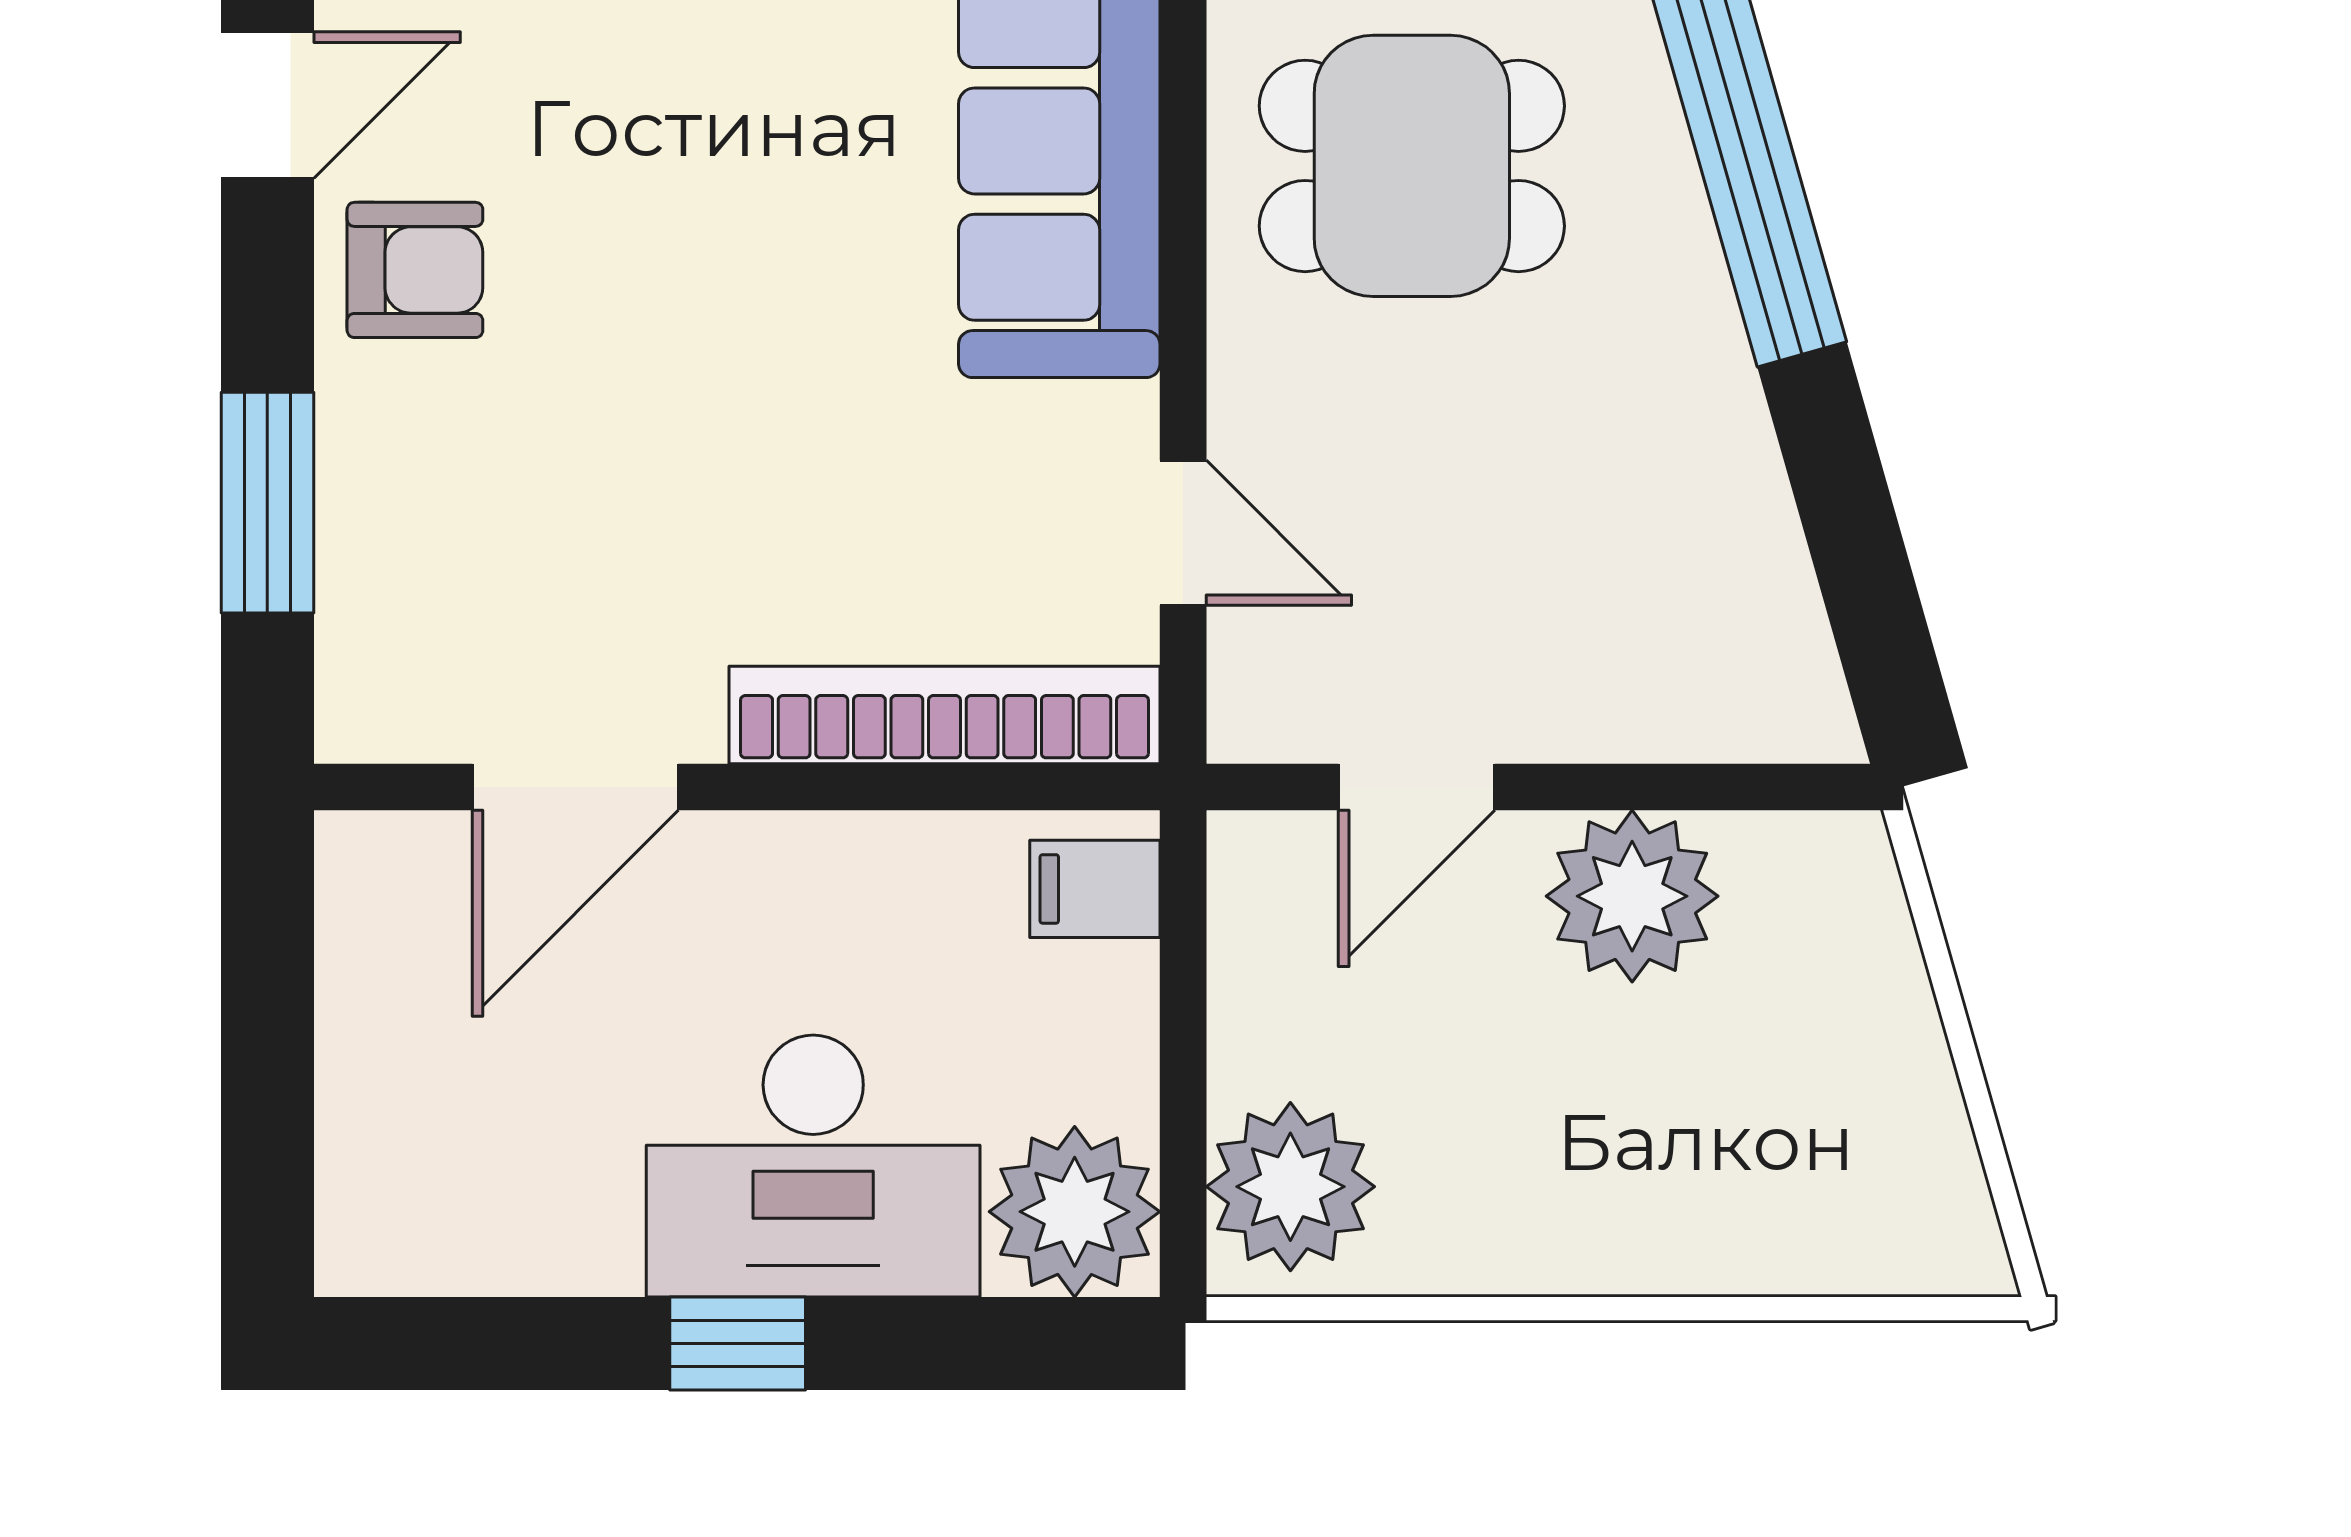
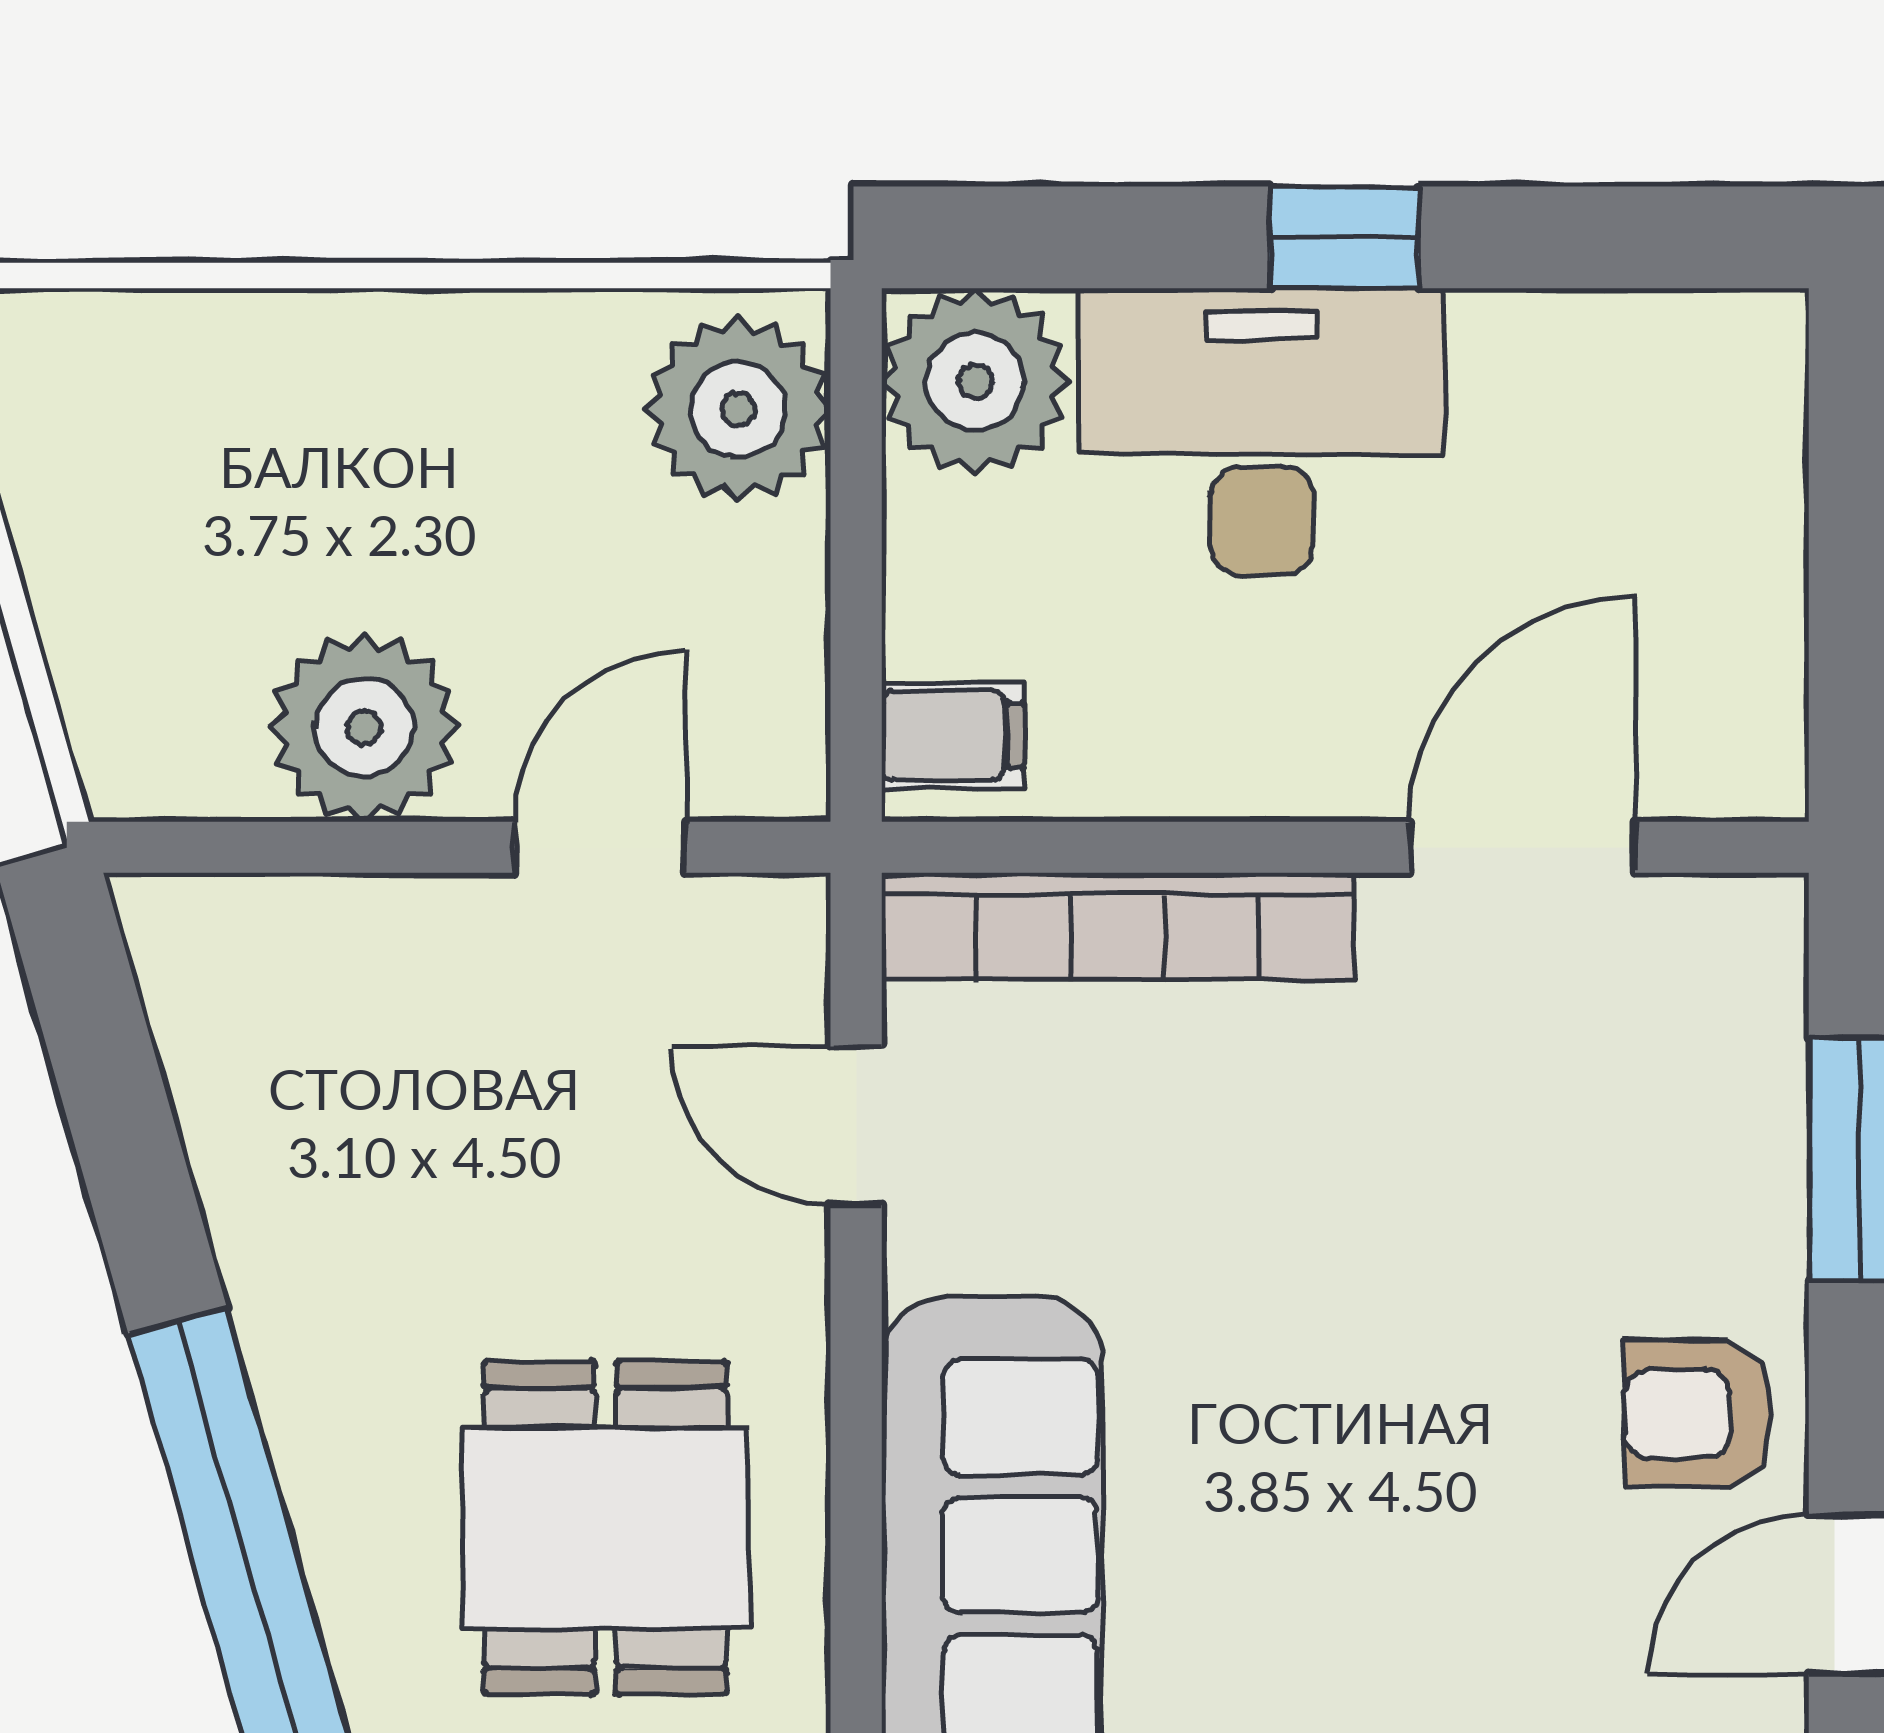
dining table: (1412, 166) -> (605, 1528), turned 90

